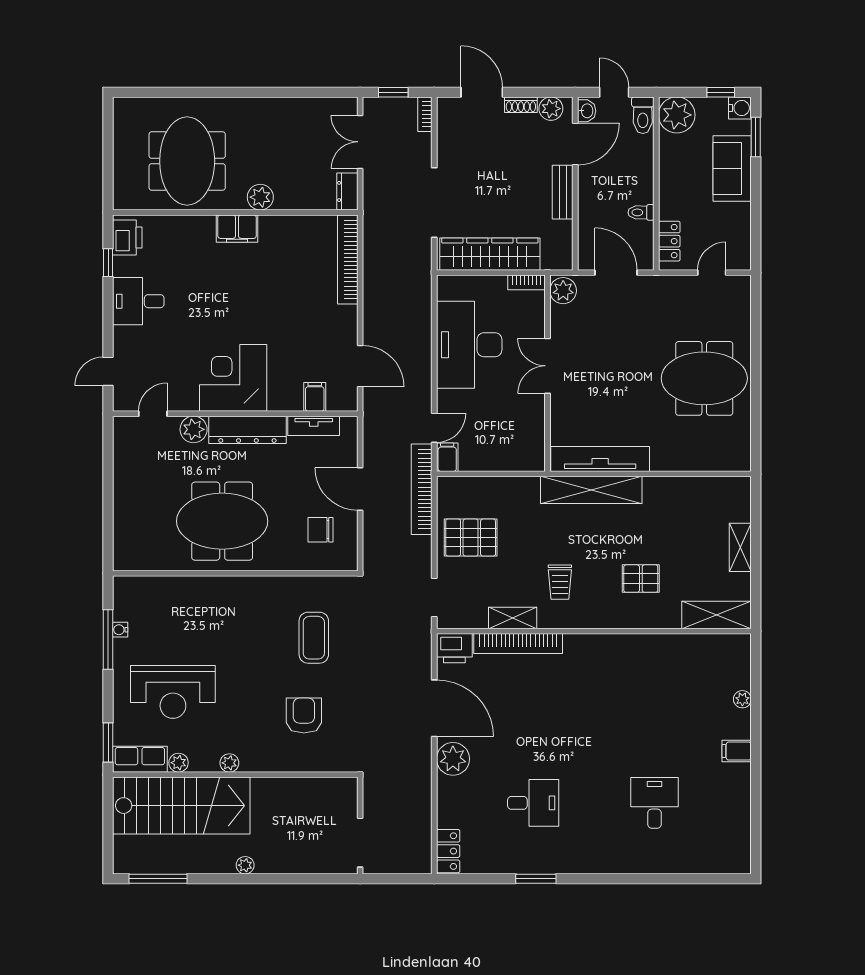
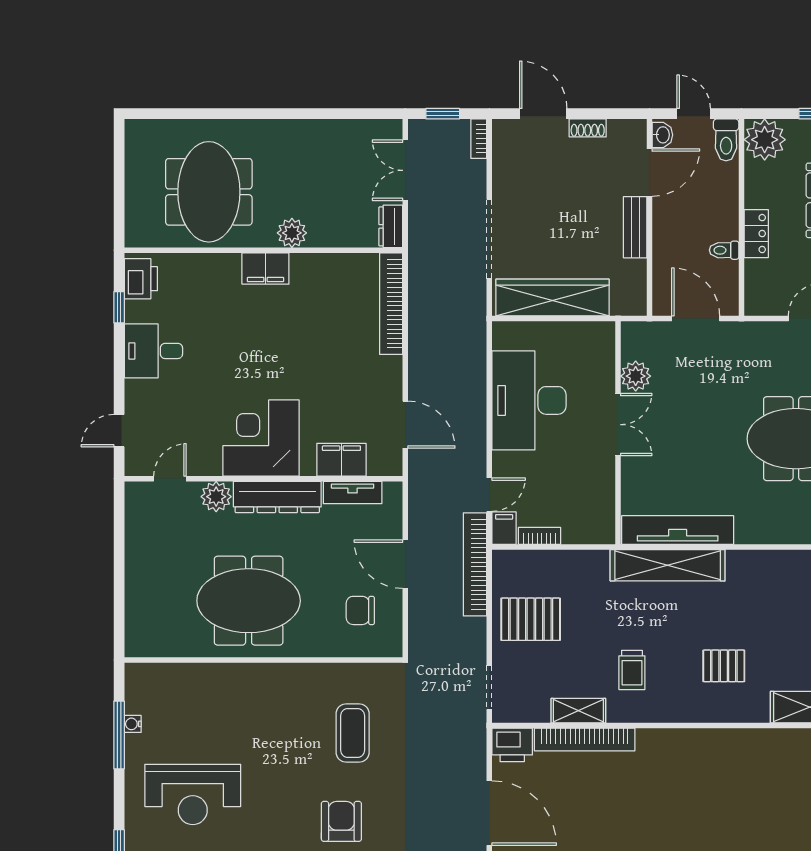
plant: (551, 109) -> (622, 132), removed
locker: (669, 241) -> (756, 234), moved
bookcase: (527, 282) -> (539, 536), moved, turned 180
plant: (563, 291) -> (636, 376), moved
double door: (548, 366) -> (618, 425), swing flipped
filing cabinet: (315, 397) -> (341, 460), width x2.00

